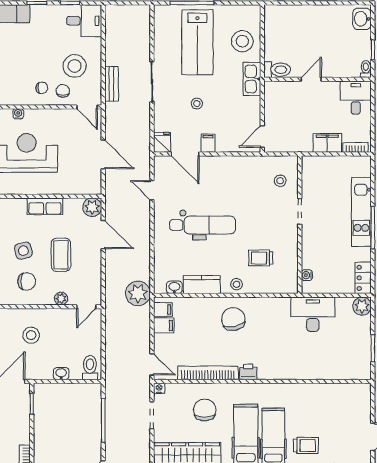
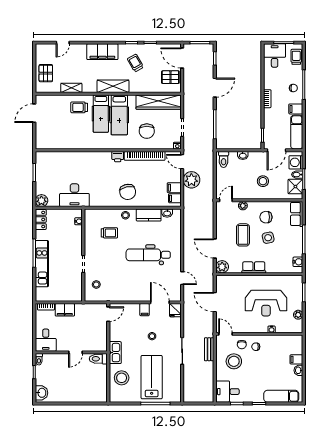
plant: (138, 293) -> (191, 180), moved

